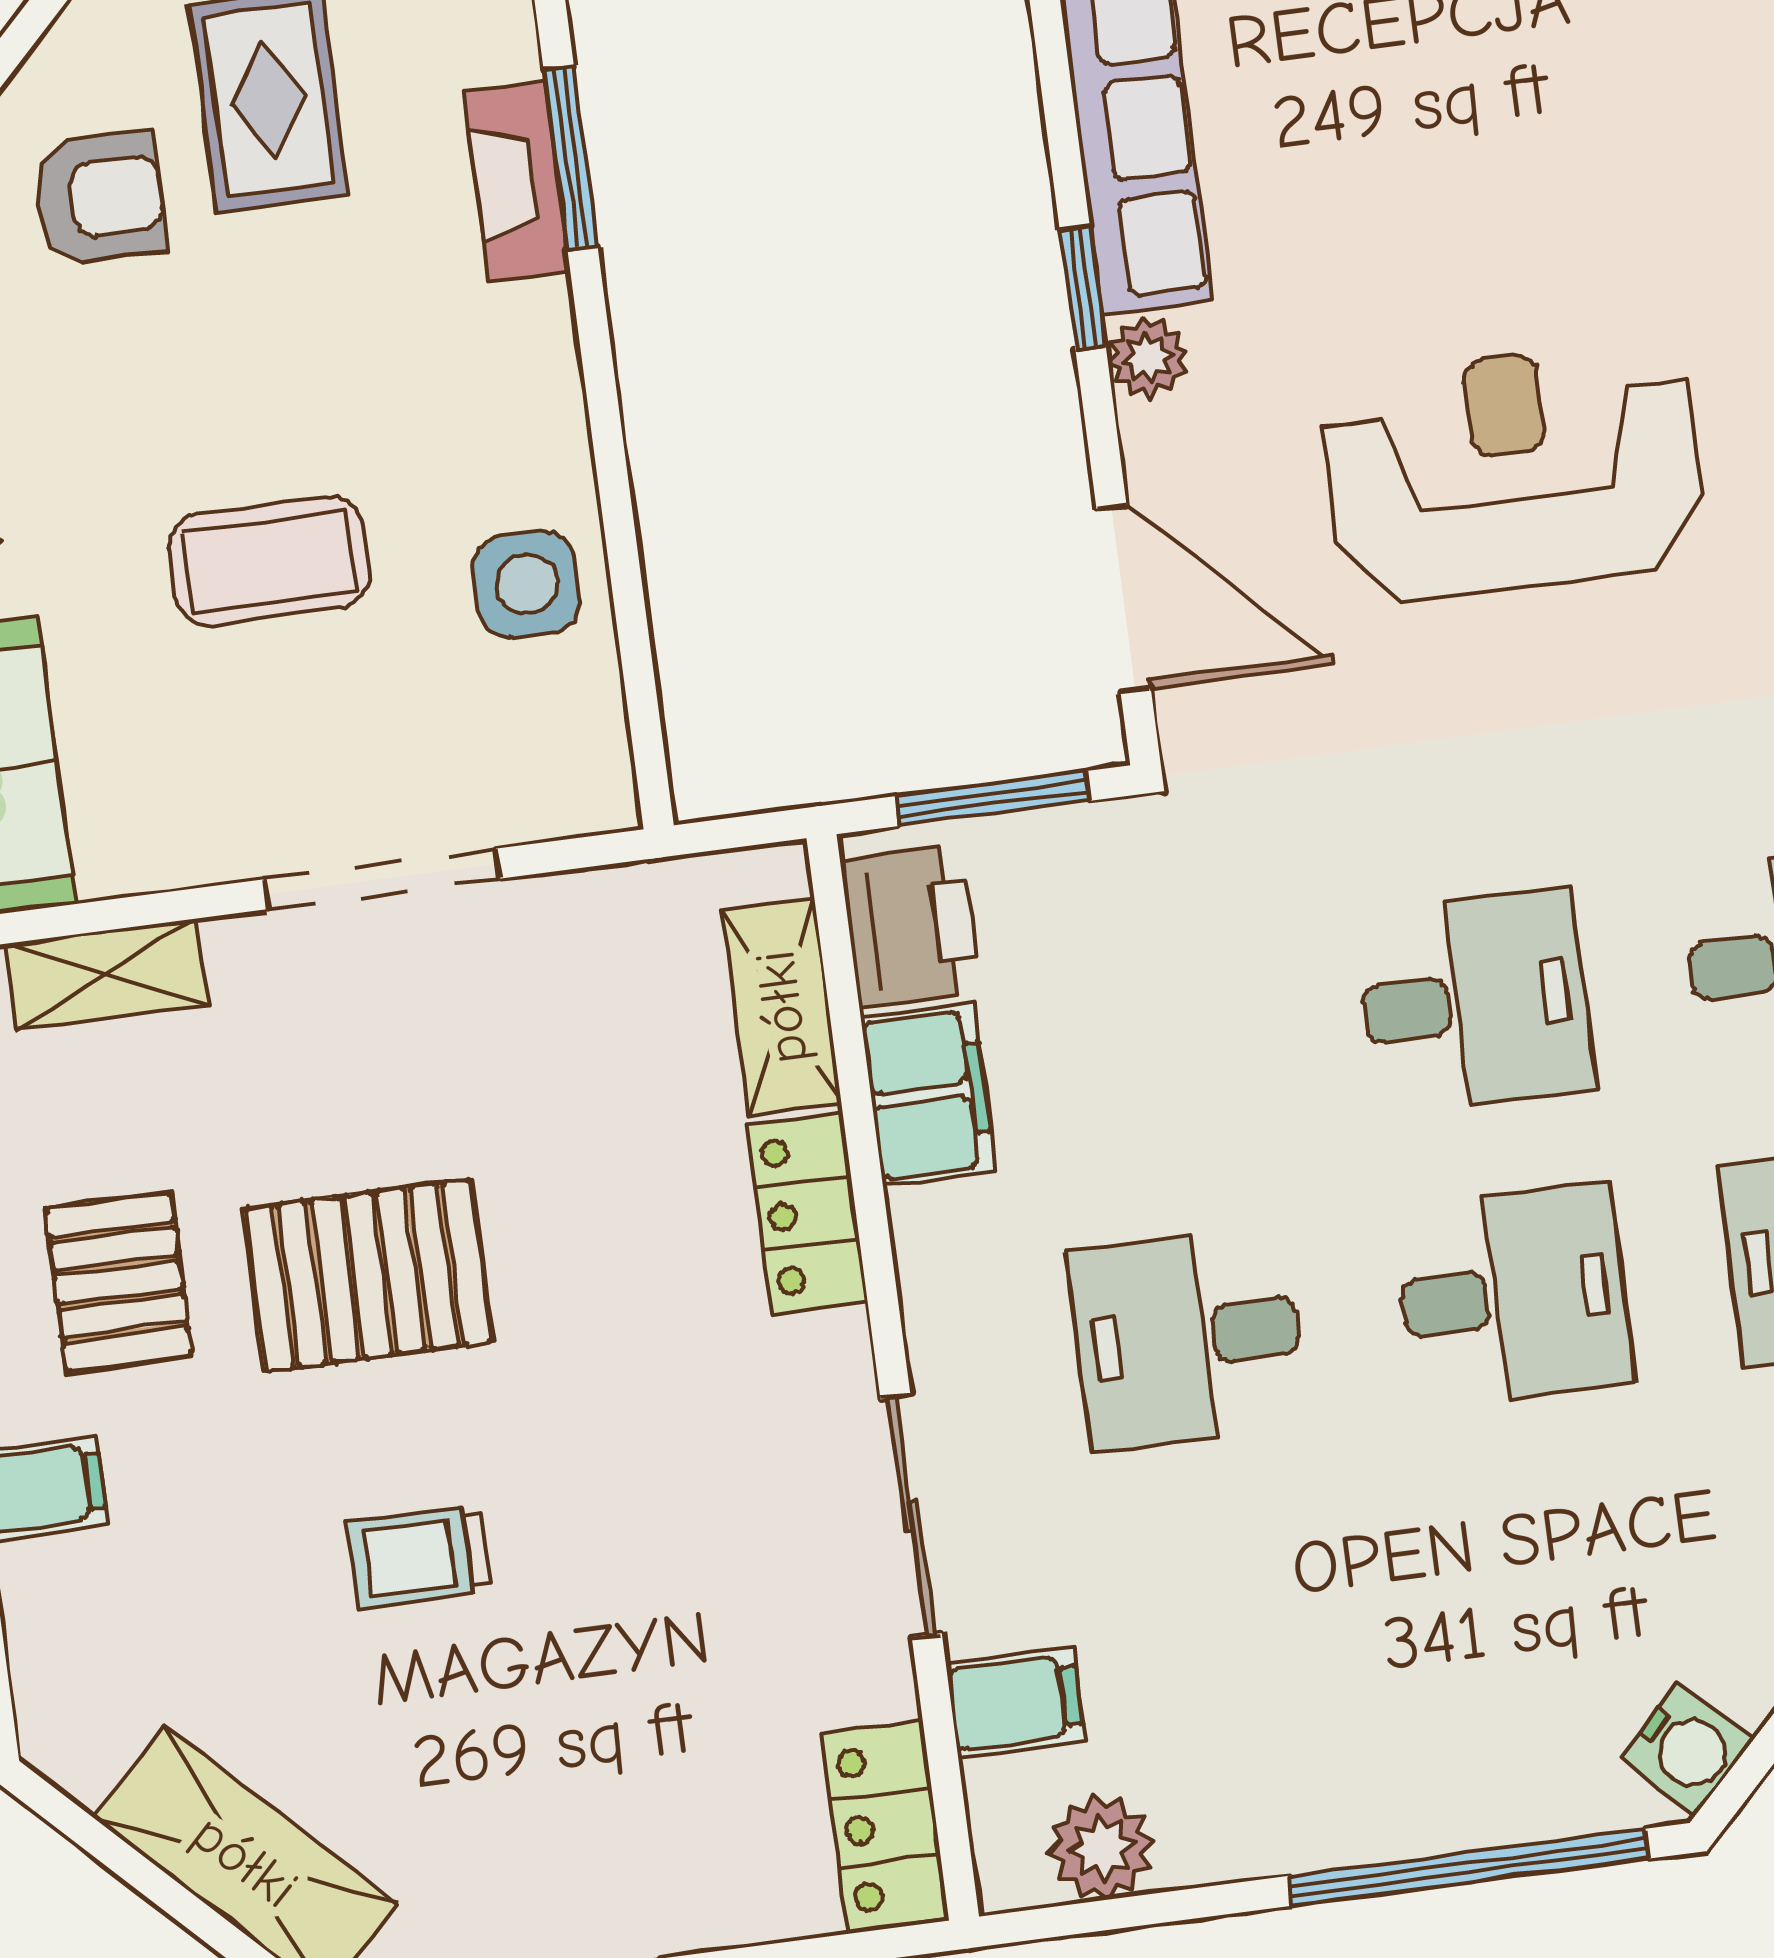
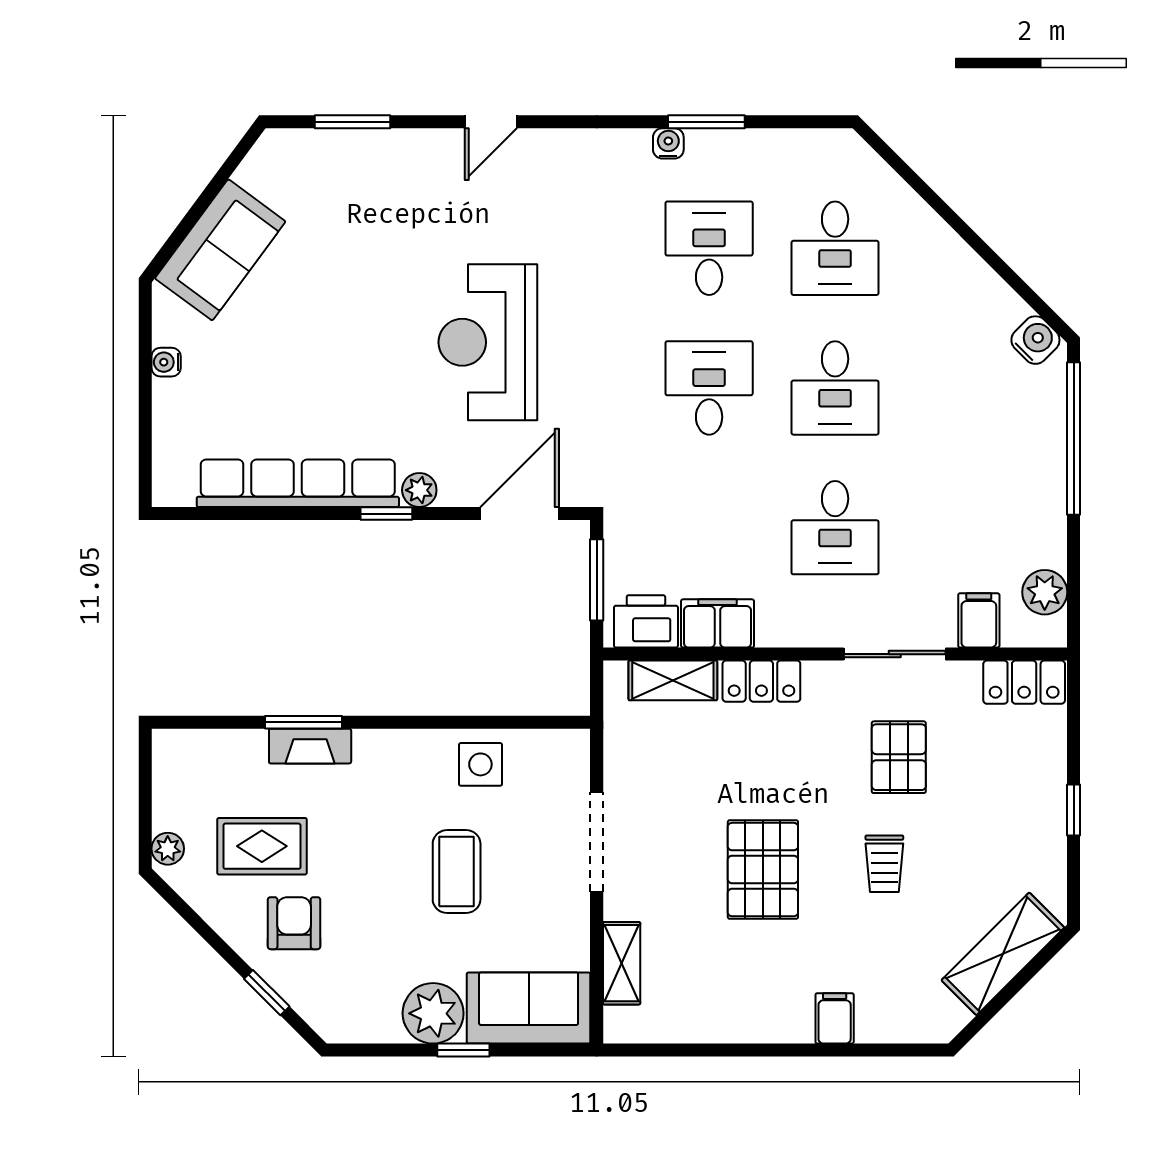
pallet: (119, 1282) -> (899, 757), moved, turned 90
desk: (1513, 1296) -> (835, 388), turned 180

